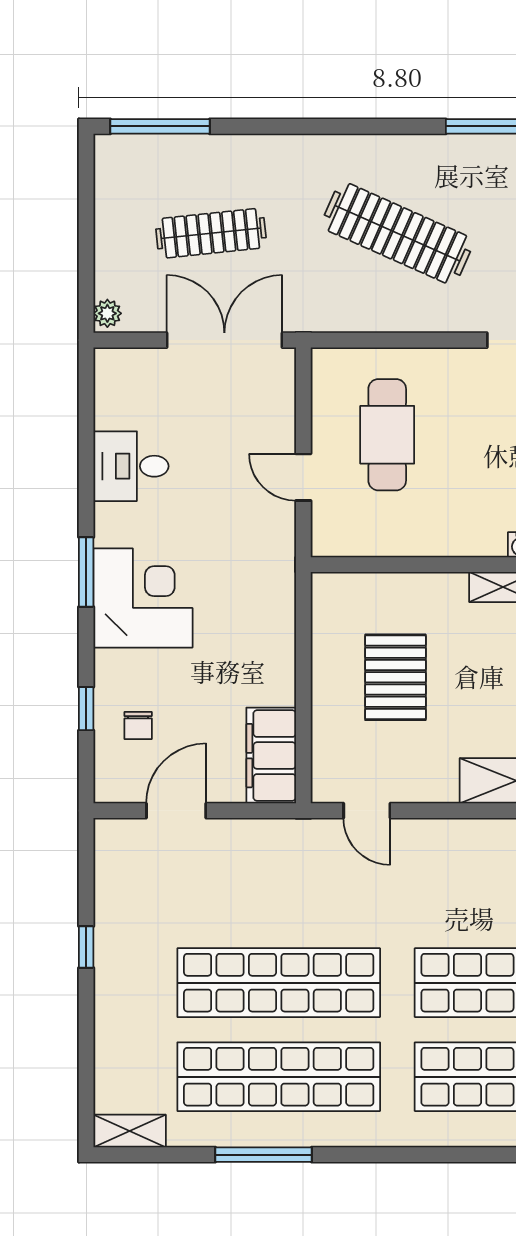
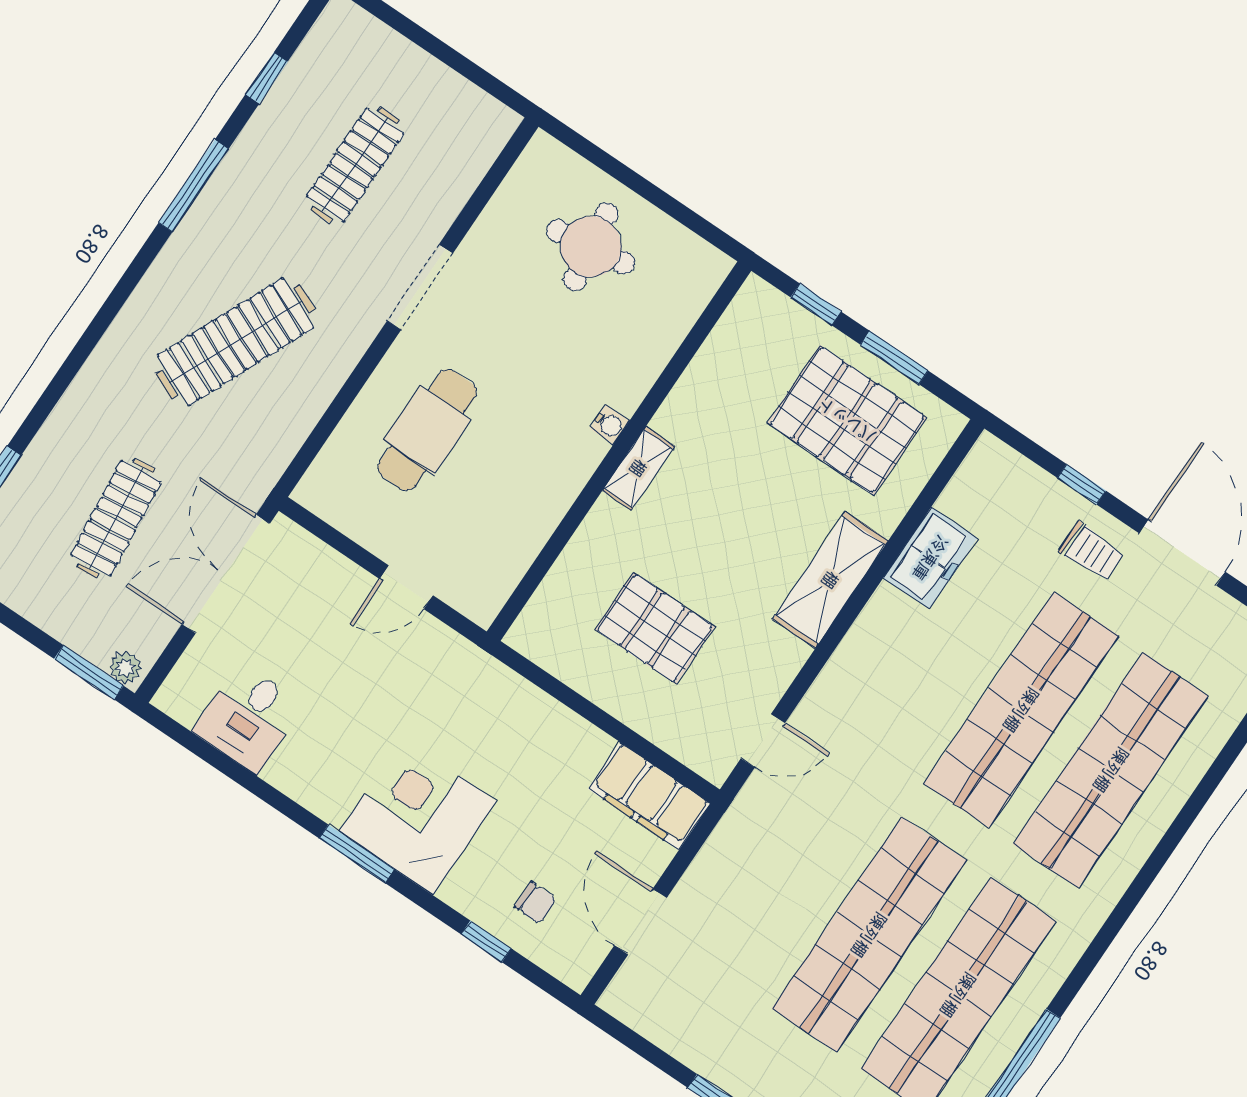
window: (86, 289) -> (89, 672), added
cafe table: (387, 435) -> (427, 430), moved, turned 90
desk: (131, 466) -> (248, 718), moved

